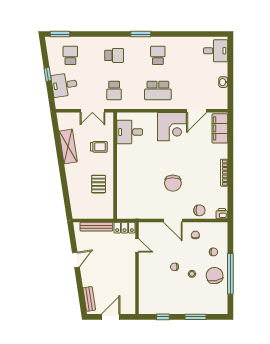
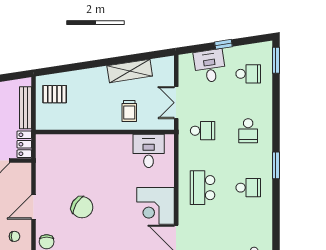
school desk: (114, 90) -> (203, 131), turned 180
chair: (173, 183) -> (82, 207), turned -148
pallet: (99, 184) -> (55, 94), moved

